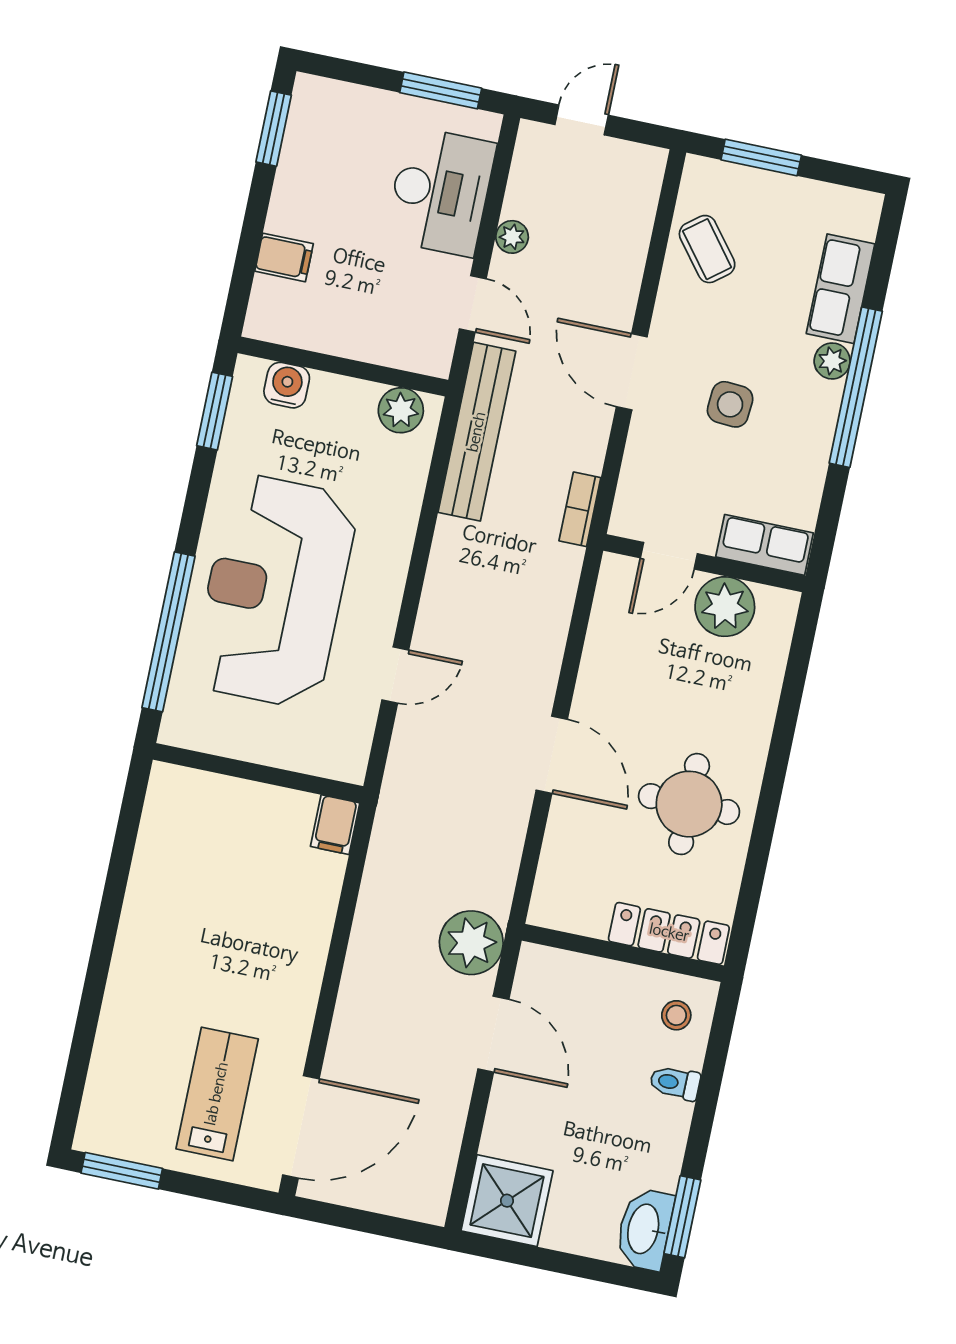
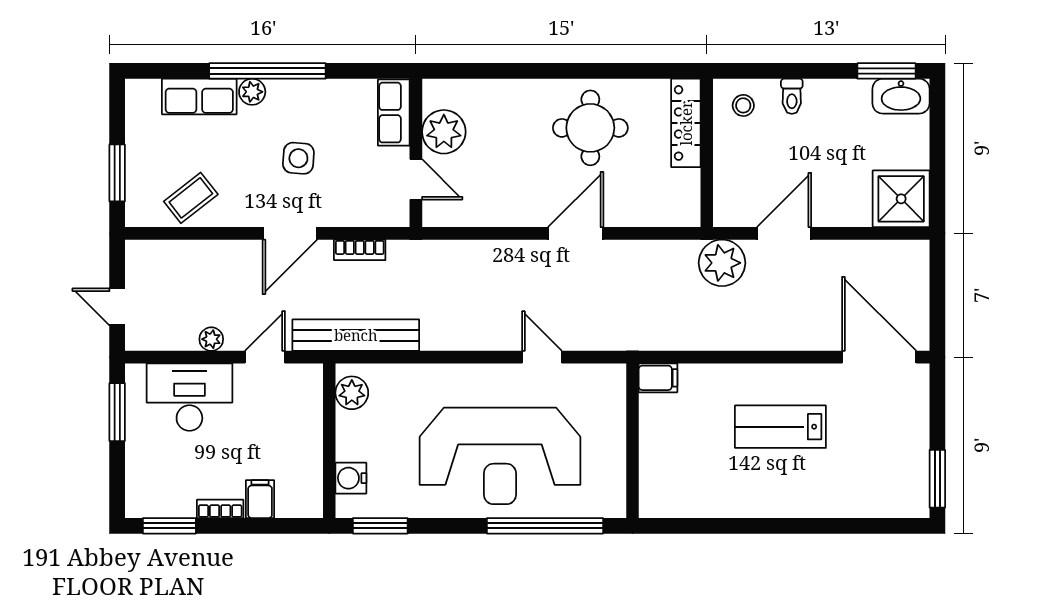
bookcase: (282, 201) -> (220, 509), added
bookcase: (580, 509) -> (360, 250), moved
lab bench: (217, 1094) -> (780, 427), moved

